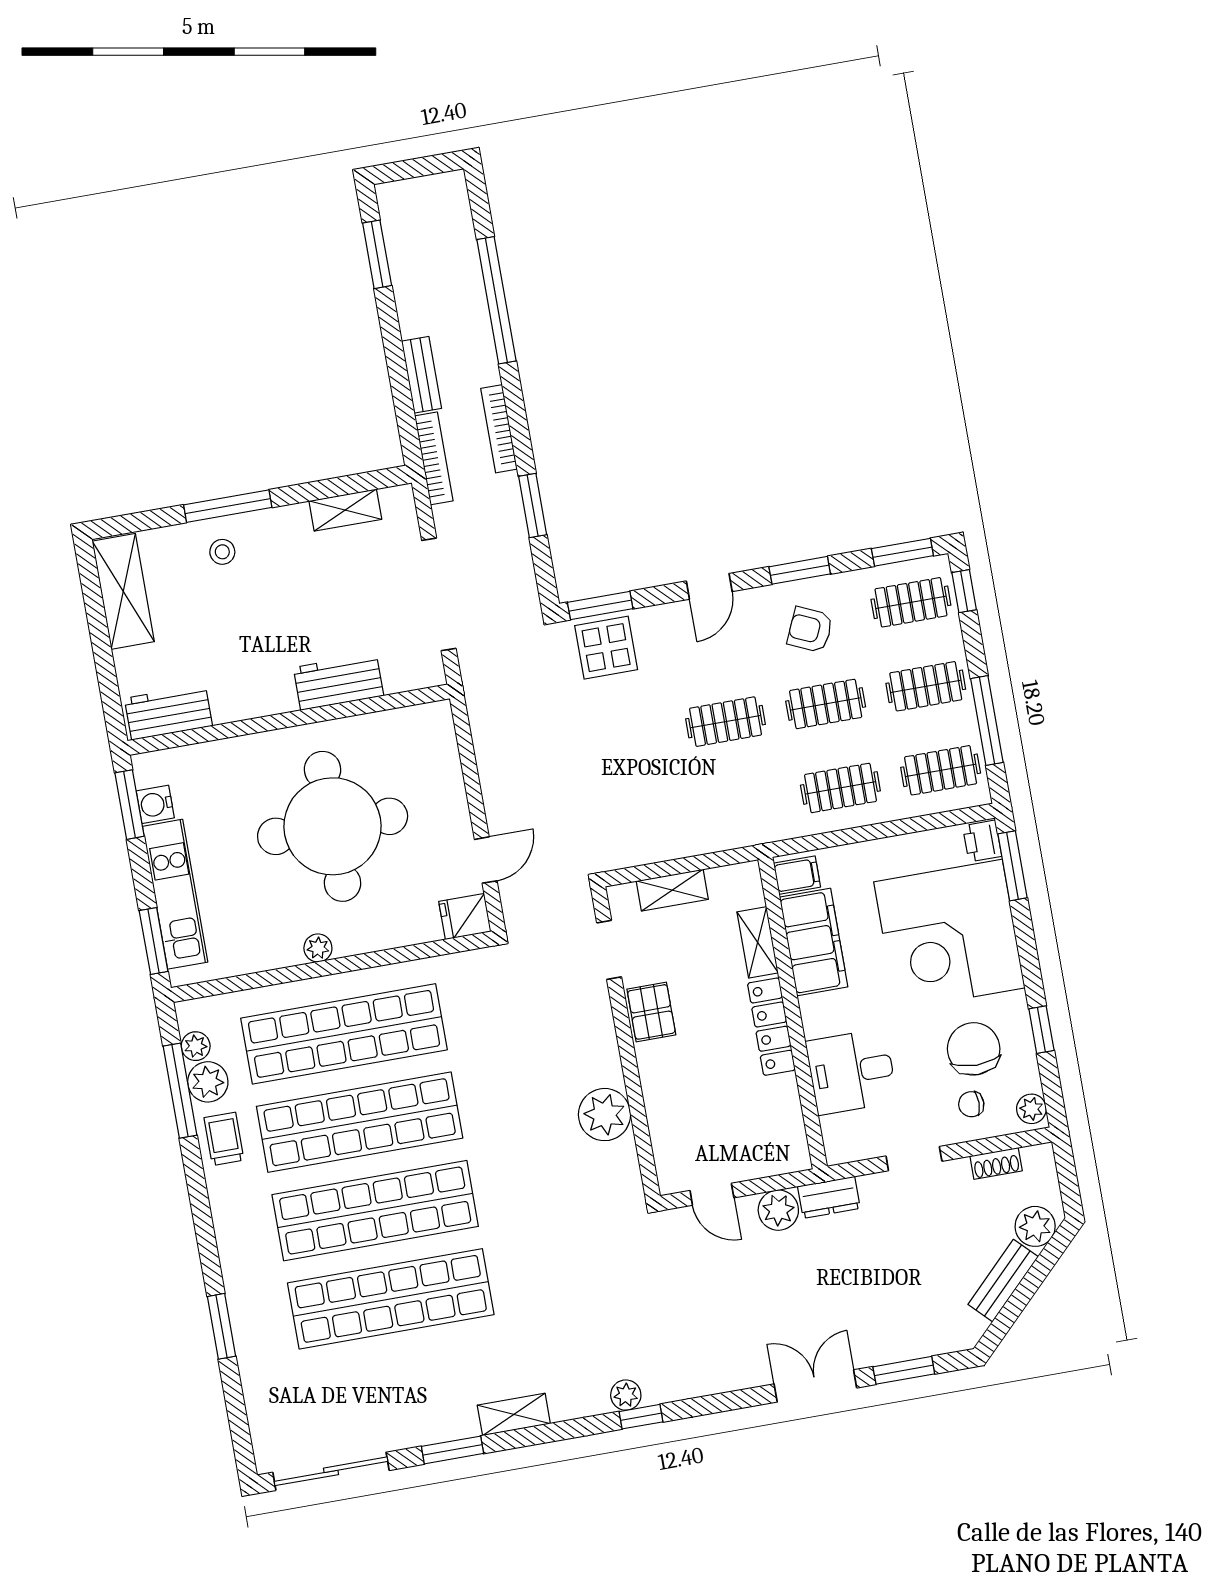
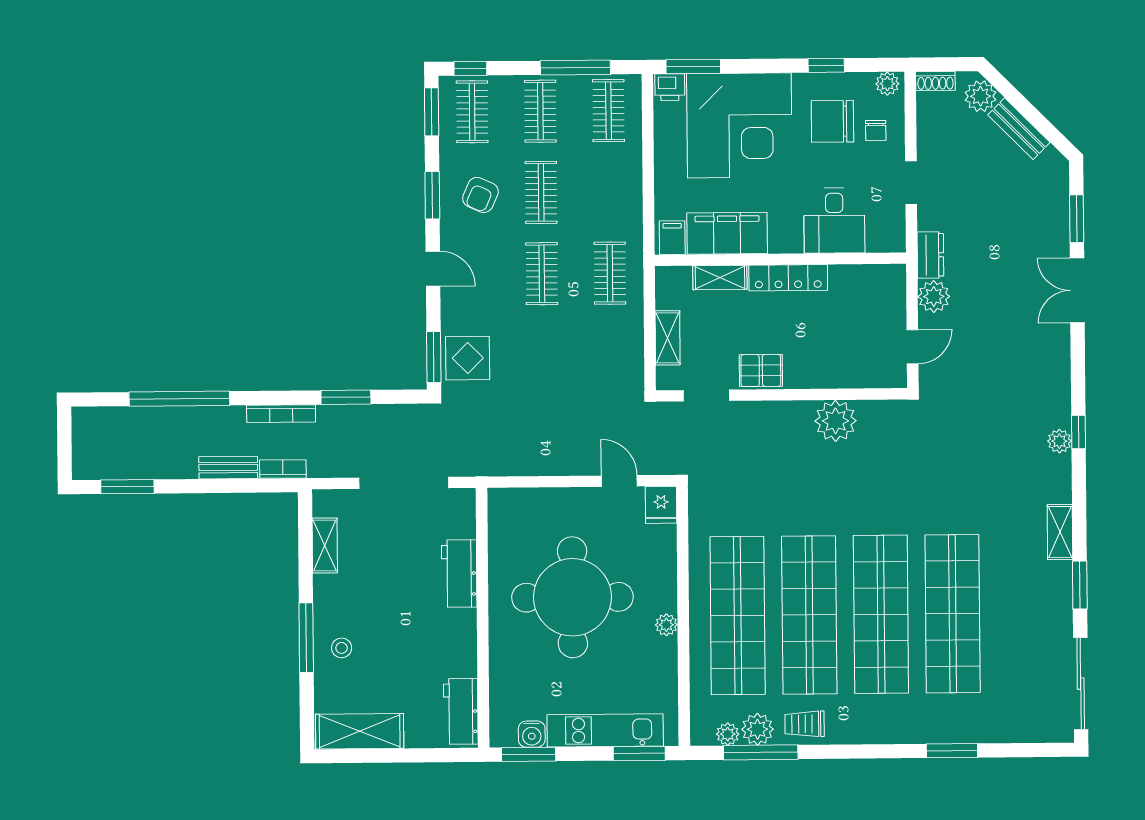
bookcase: (434, 458) -> (283, 469), width x0.64
clothes rail: (840, 788) -> (610, 273), moved
shoe rack: (996, 1163) -> (935, 81), moved, turned 90

